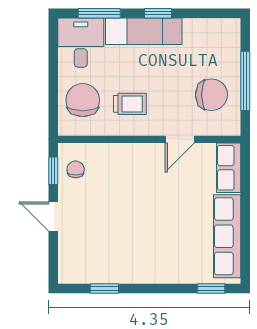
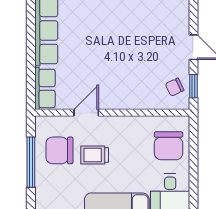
trolley: (130, 104) -> (95, 155), moved
chair: (76, 169) -> (175, 87), turned 65

